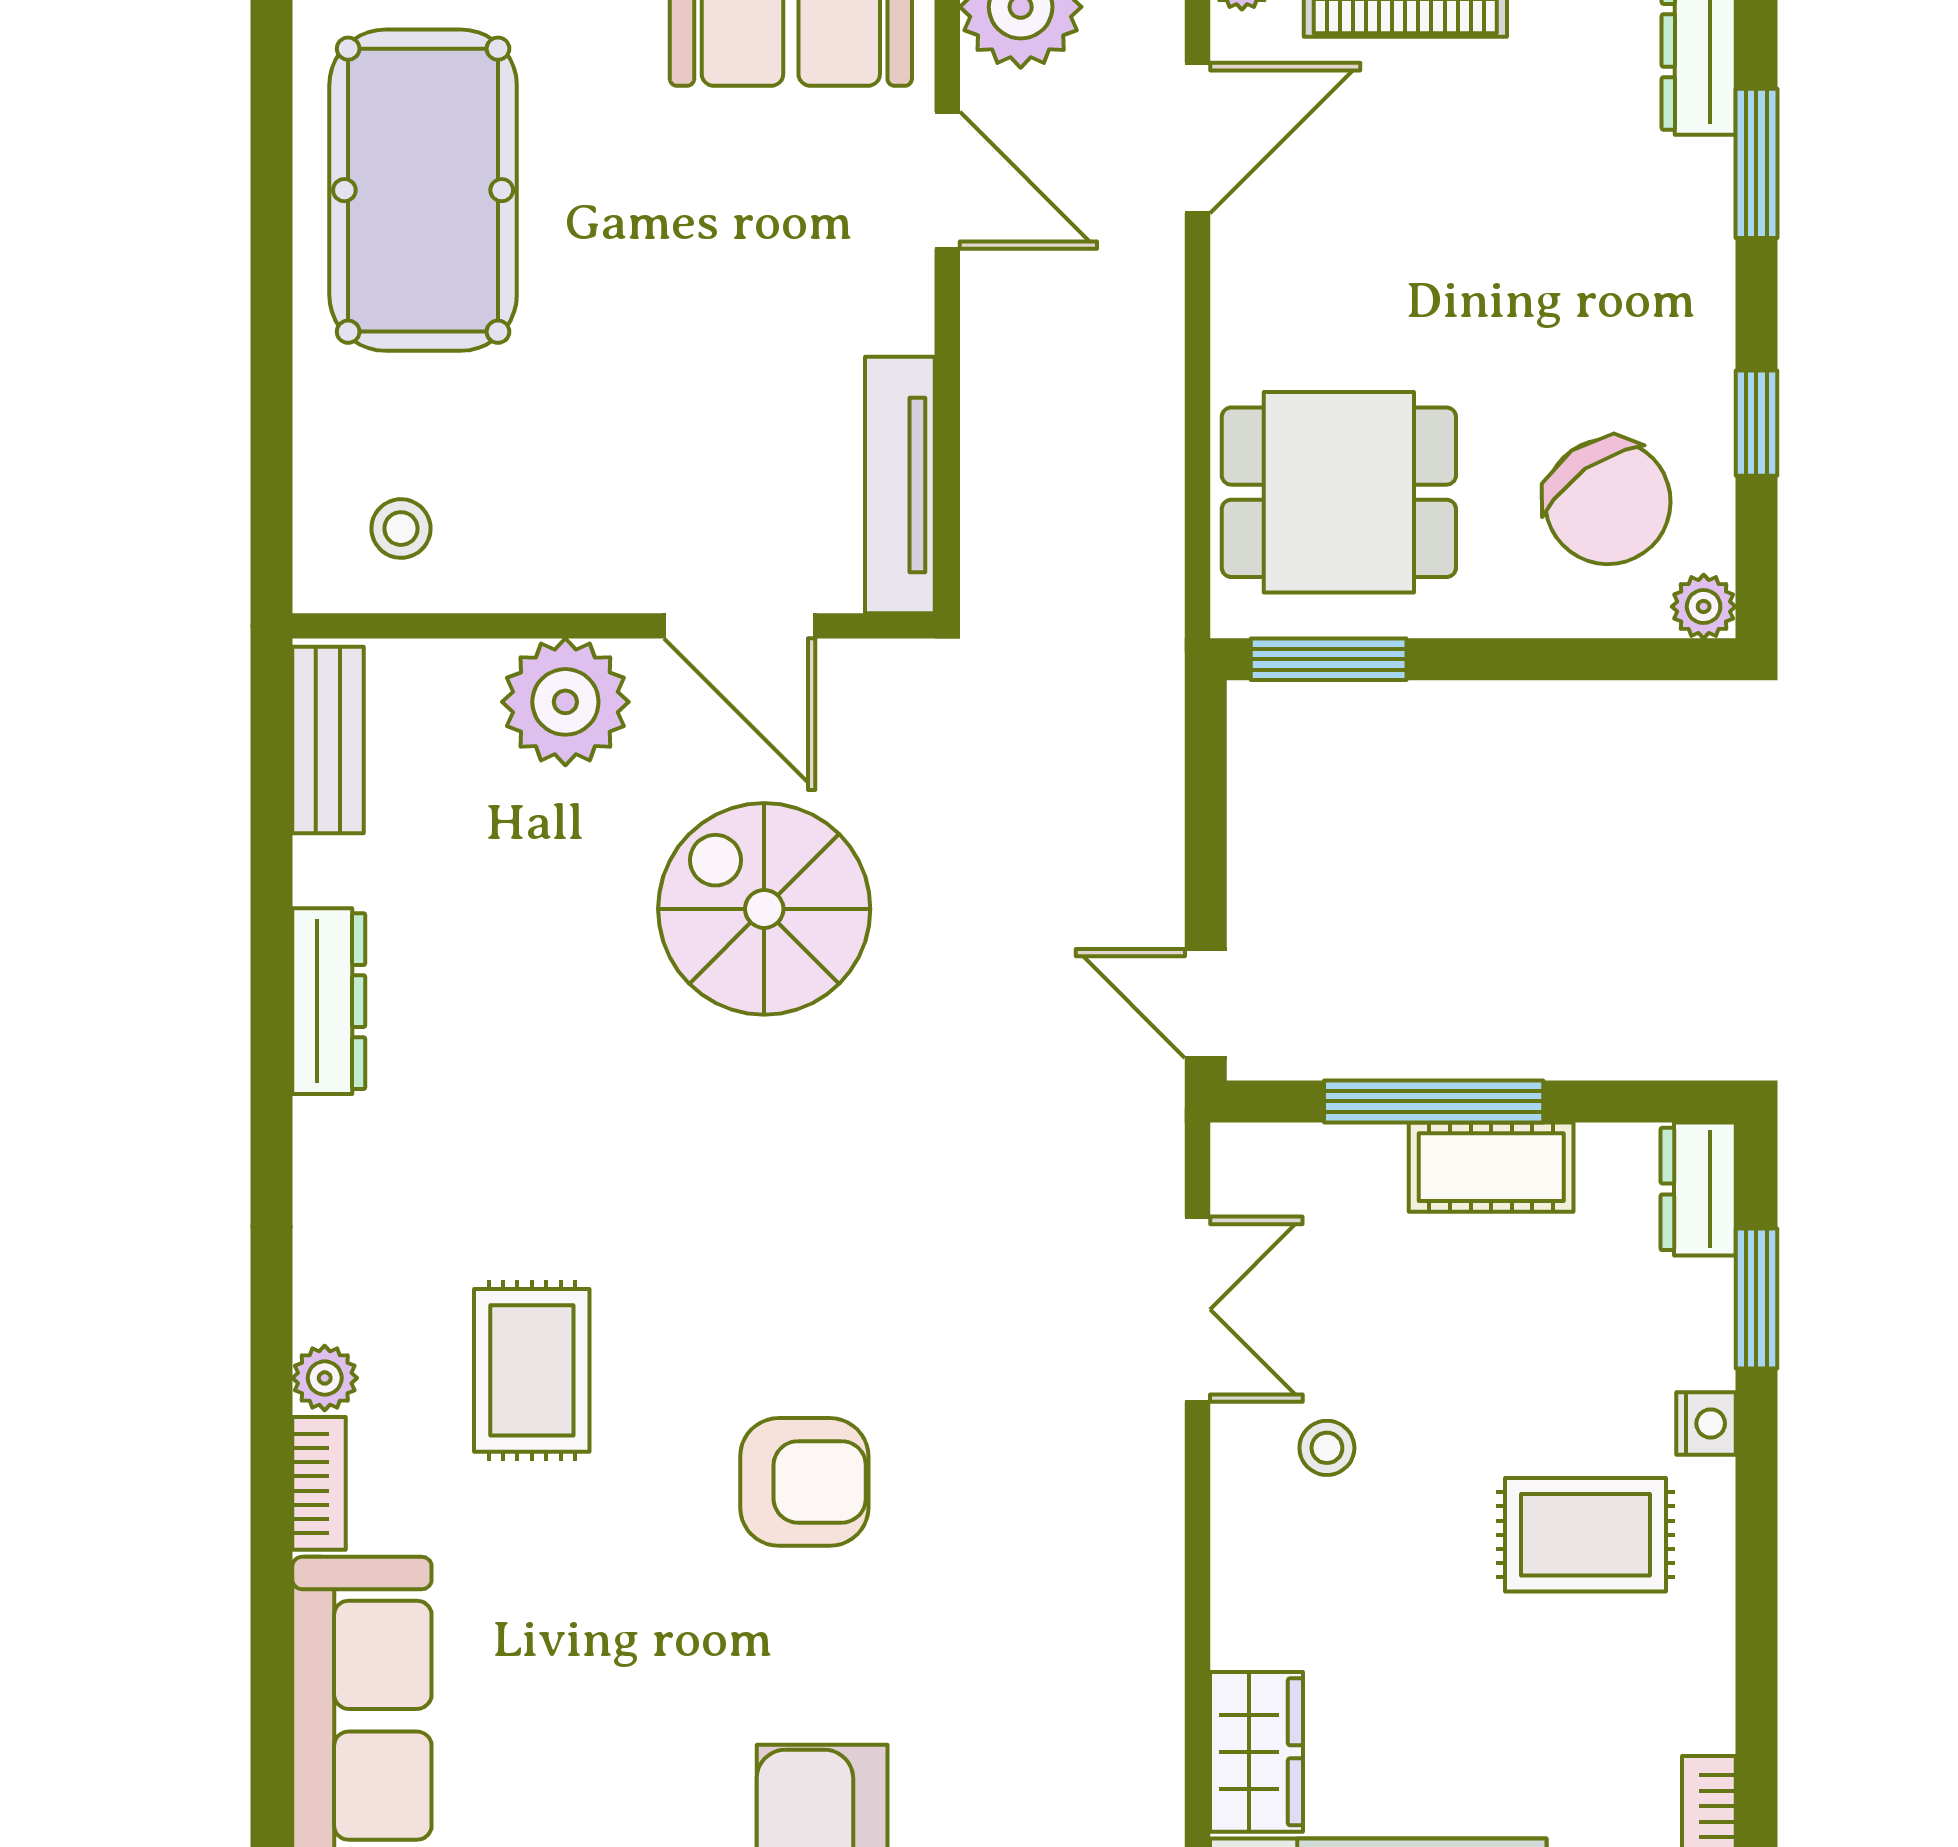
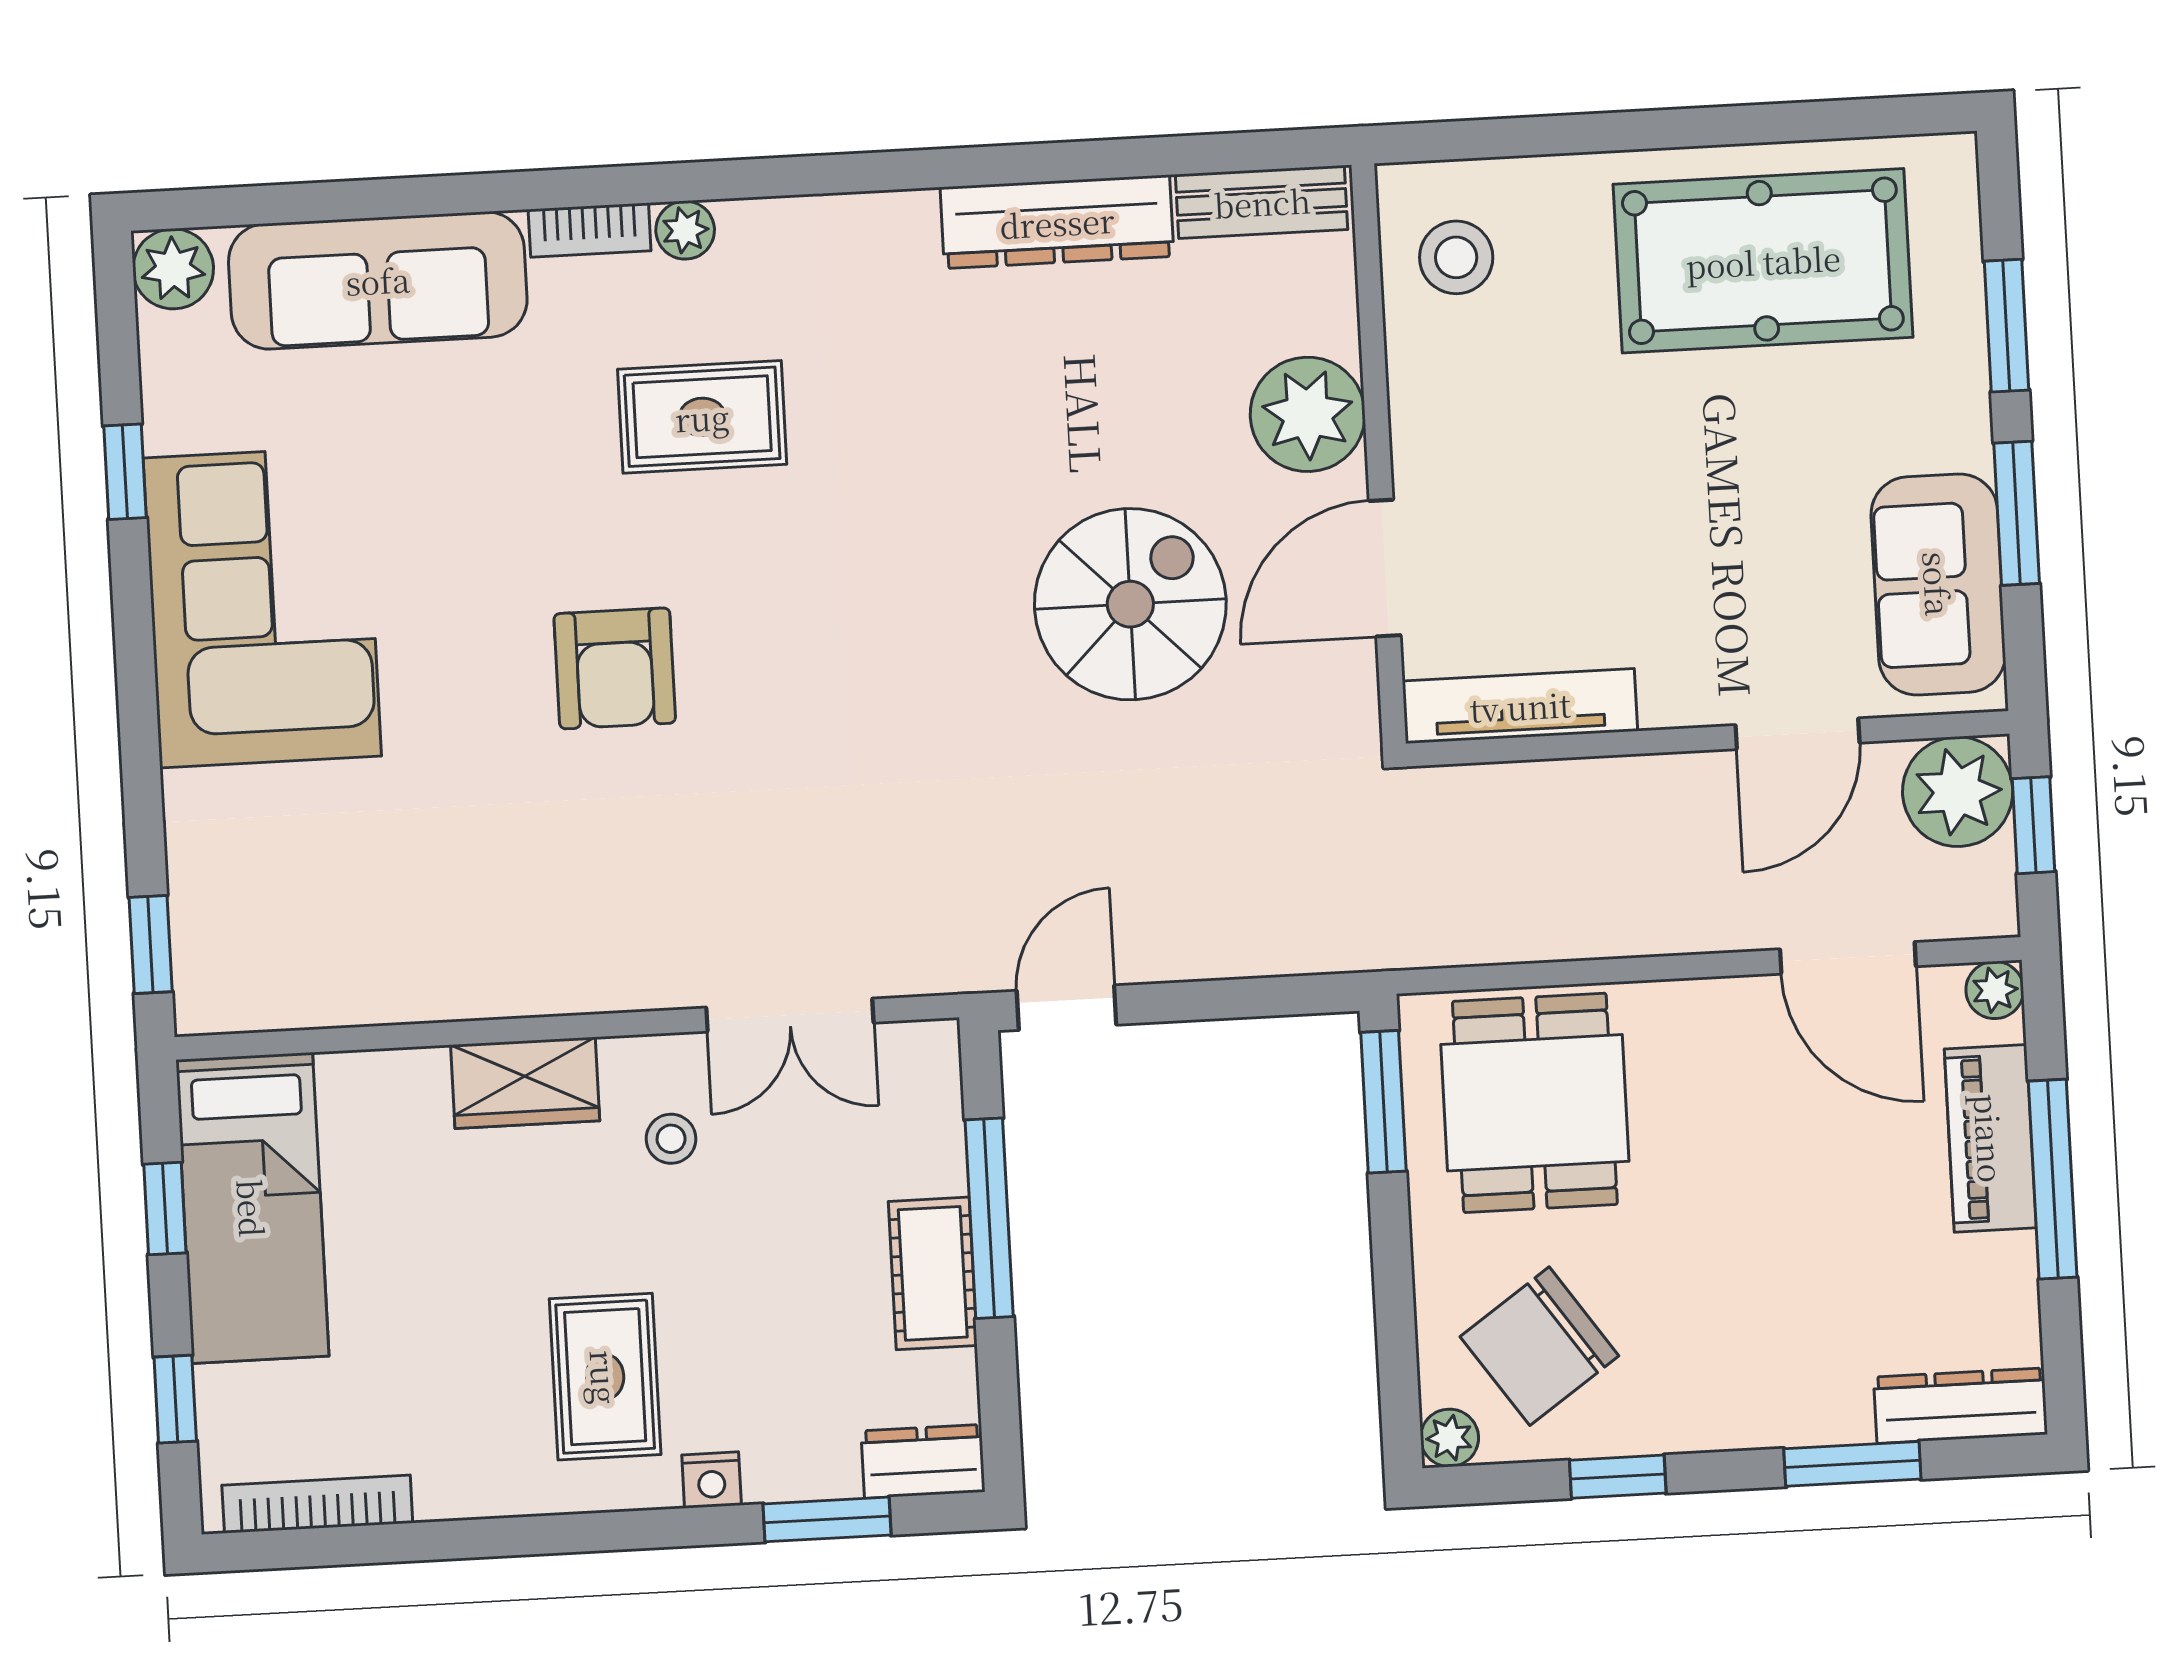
stool: (401, 529) -> (1456, 257), width x1.37, depth x1.37
dresser: (329, 1001) -> (1057, 222), width x1.37, depth x1.24
wardrobe: (1256, 1752) -> (525, 1083), moved

